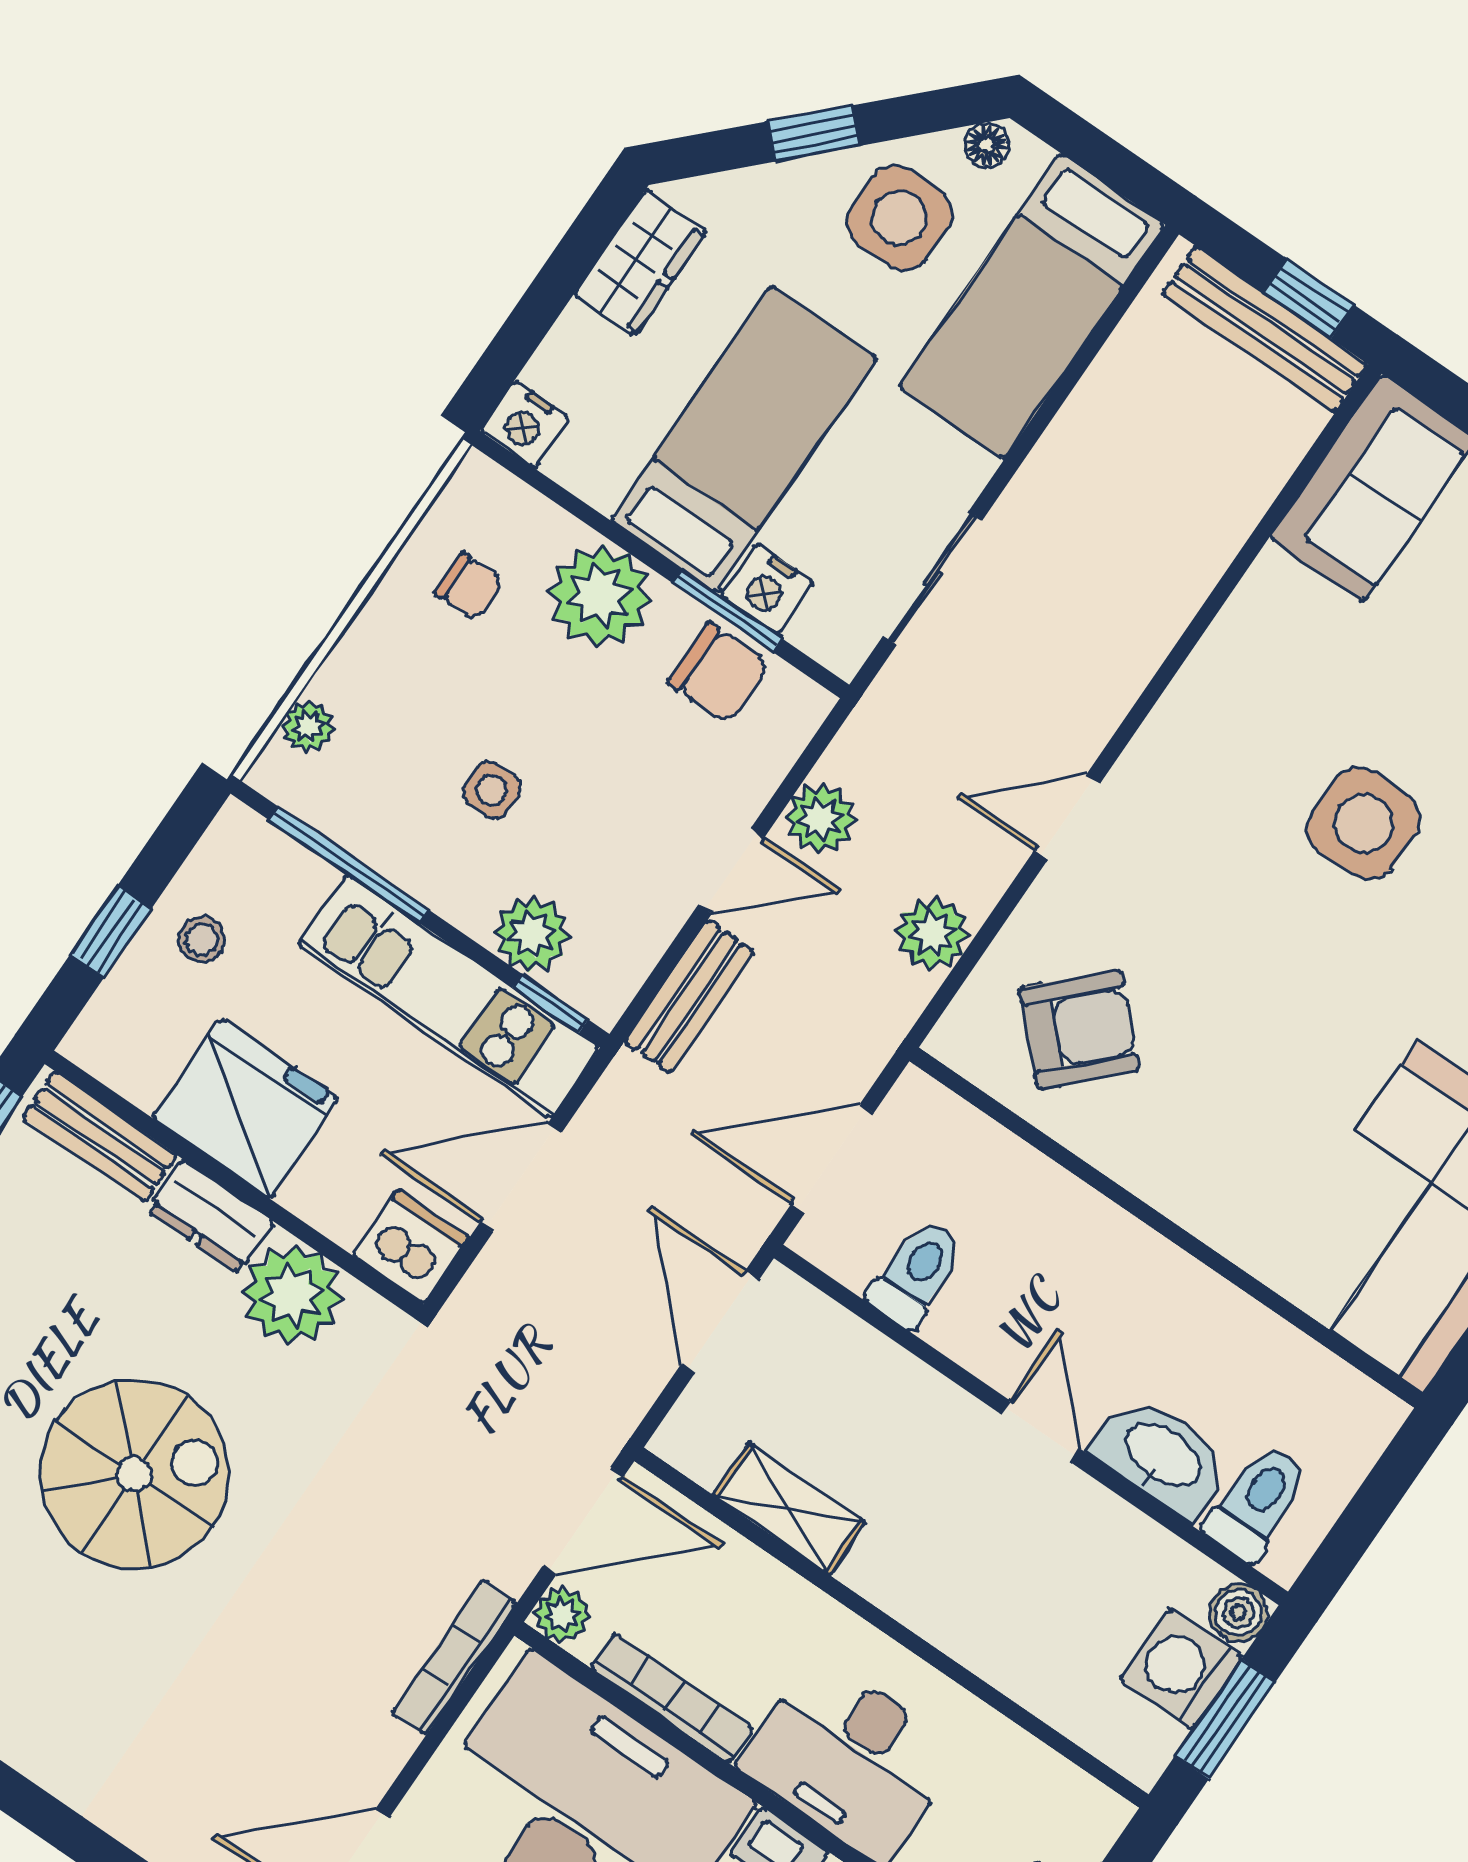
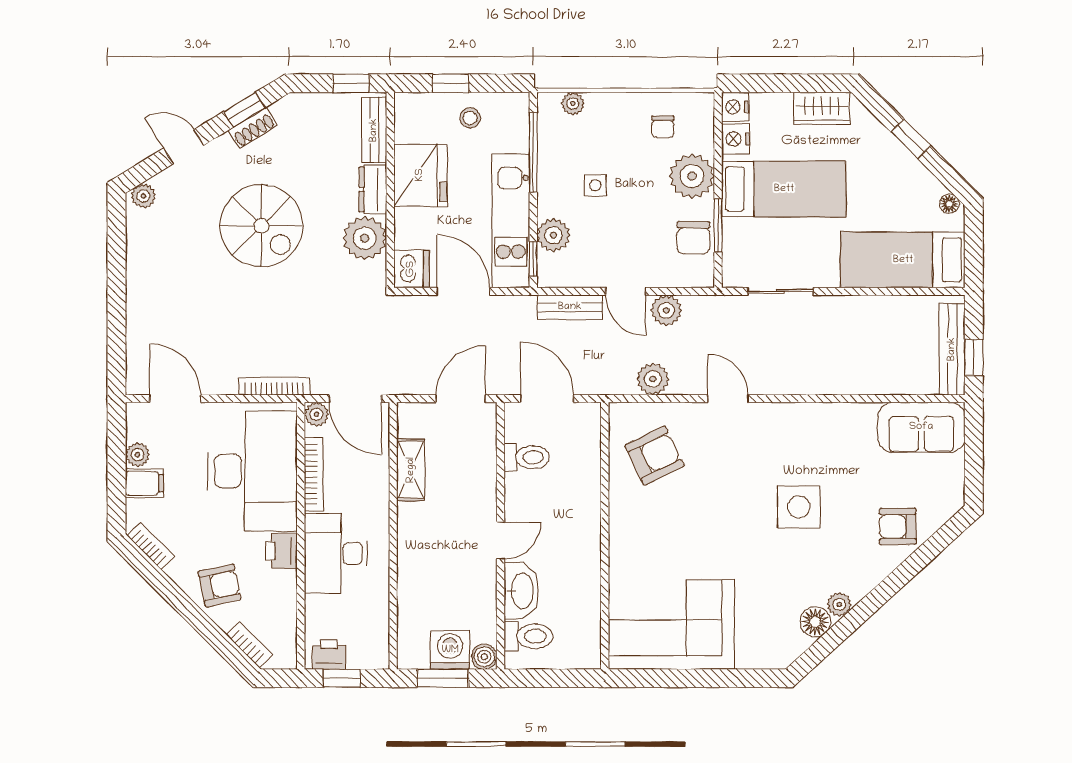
side table: (899, 218) -> (902, 190), removed
nightstand: (767, 589) -> (736, 139), moved
armchair: (1079, 1030) -> (654, 456), turned -71

